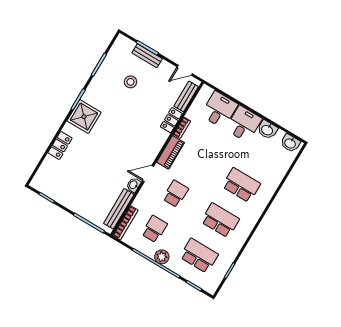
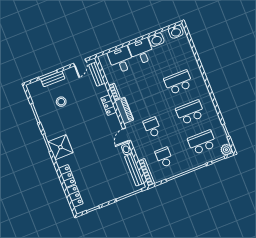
locker: (171, 120) -> (109, 105), moved
locker: (46, 169) -> (75, 196), added
plant: (162, 257) -> (226, 150), moved

